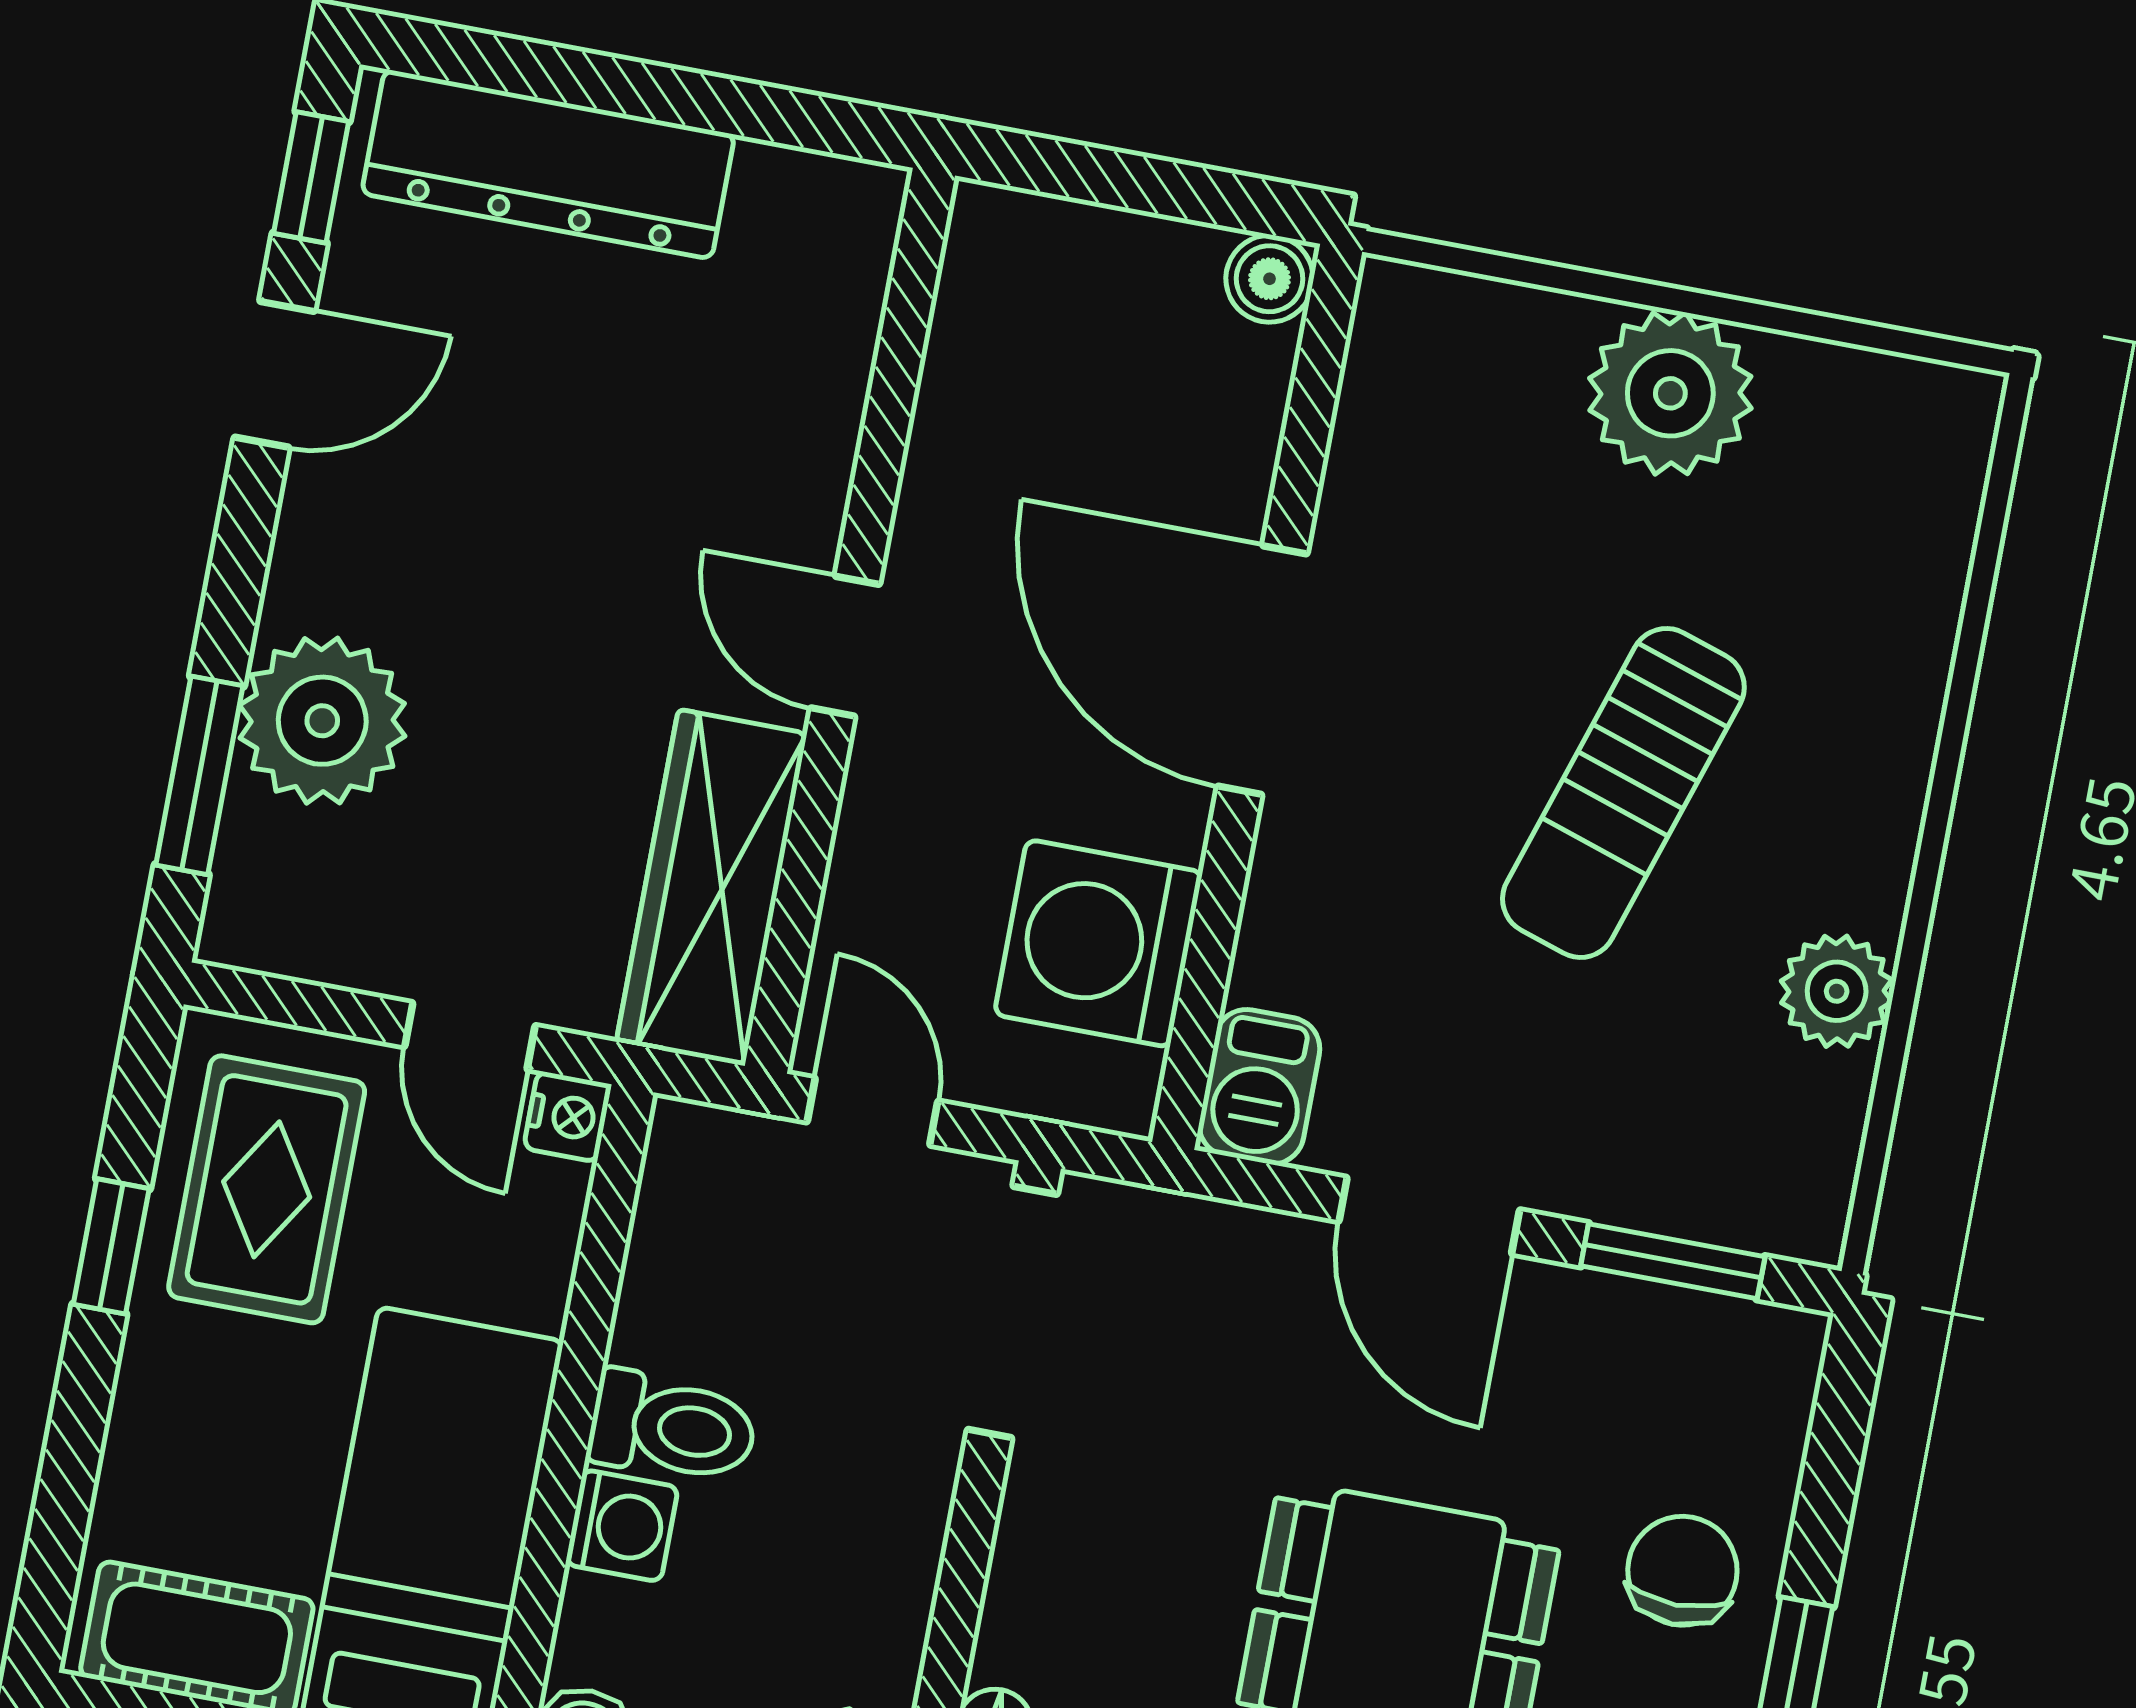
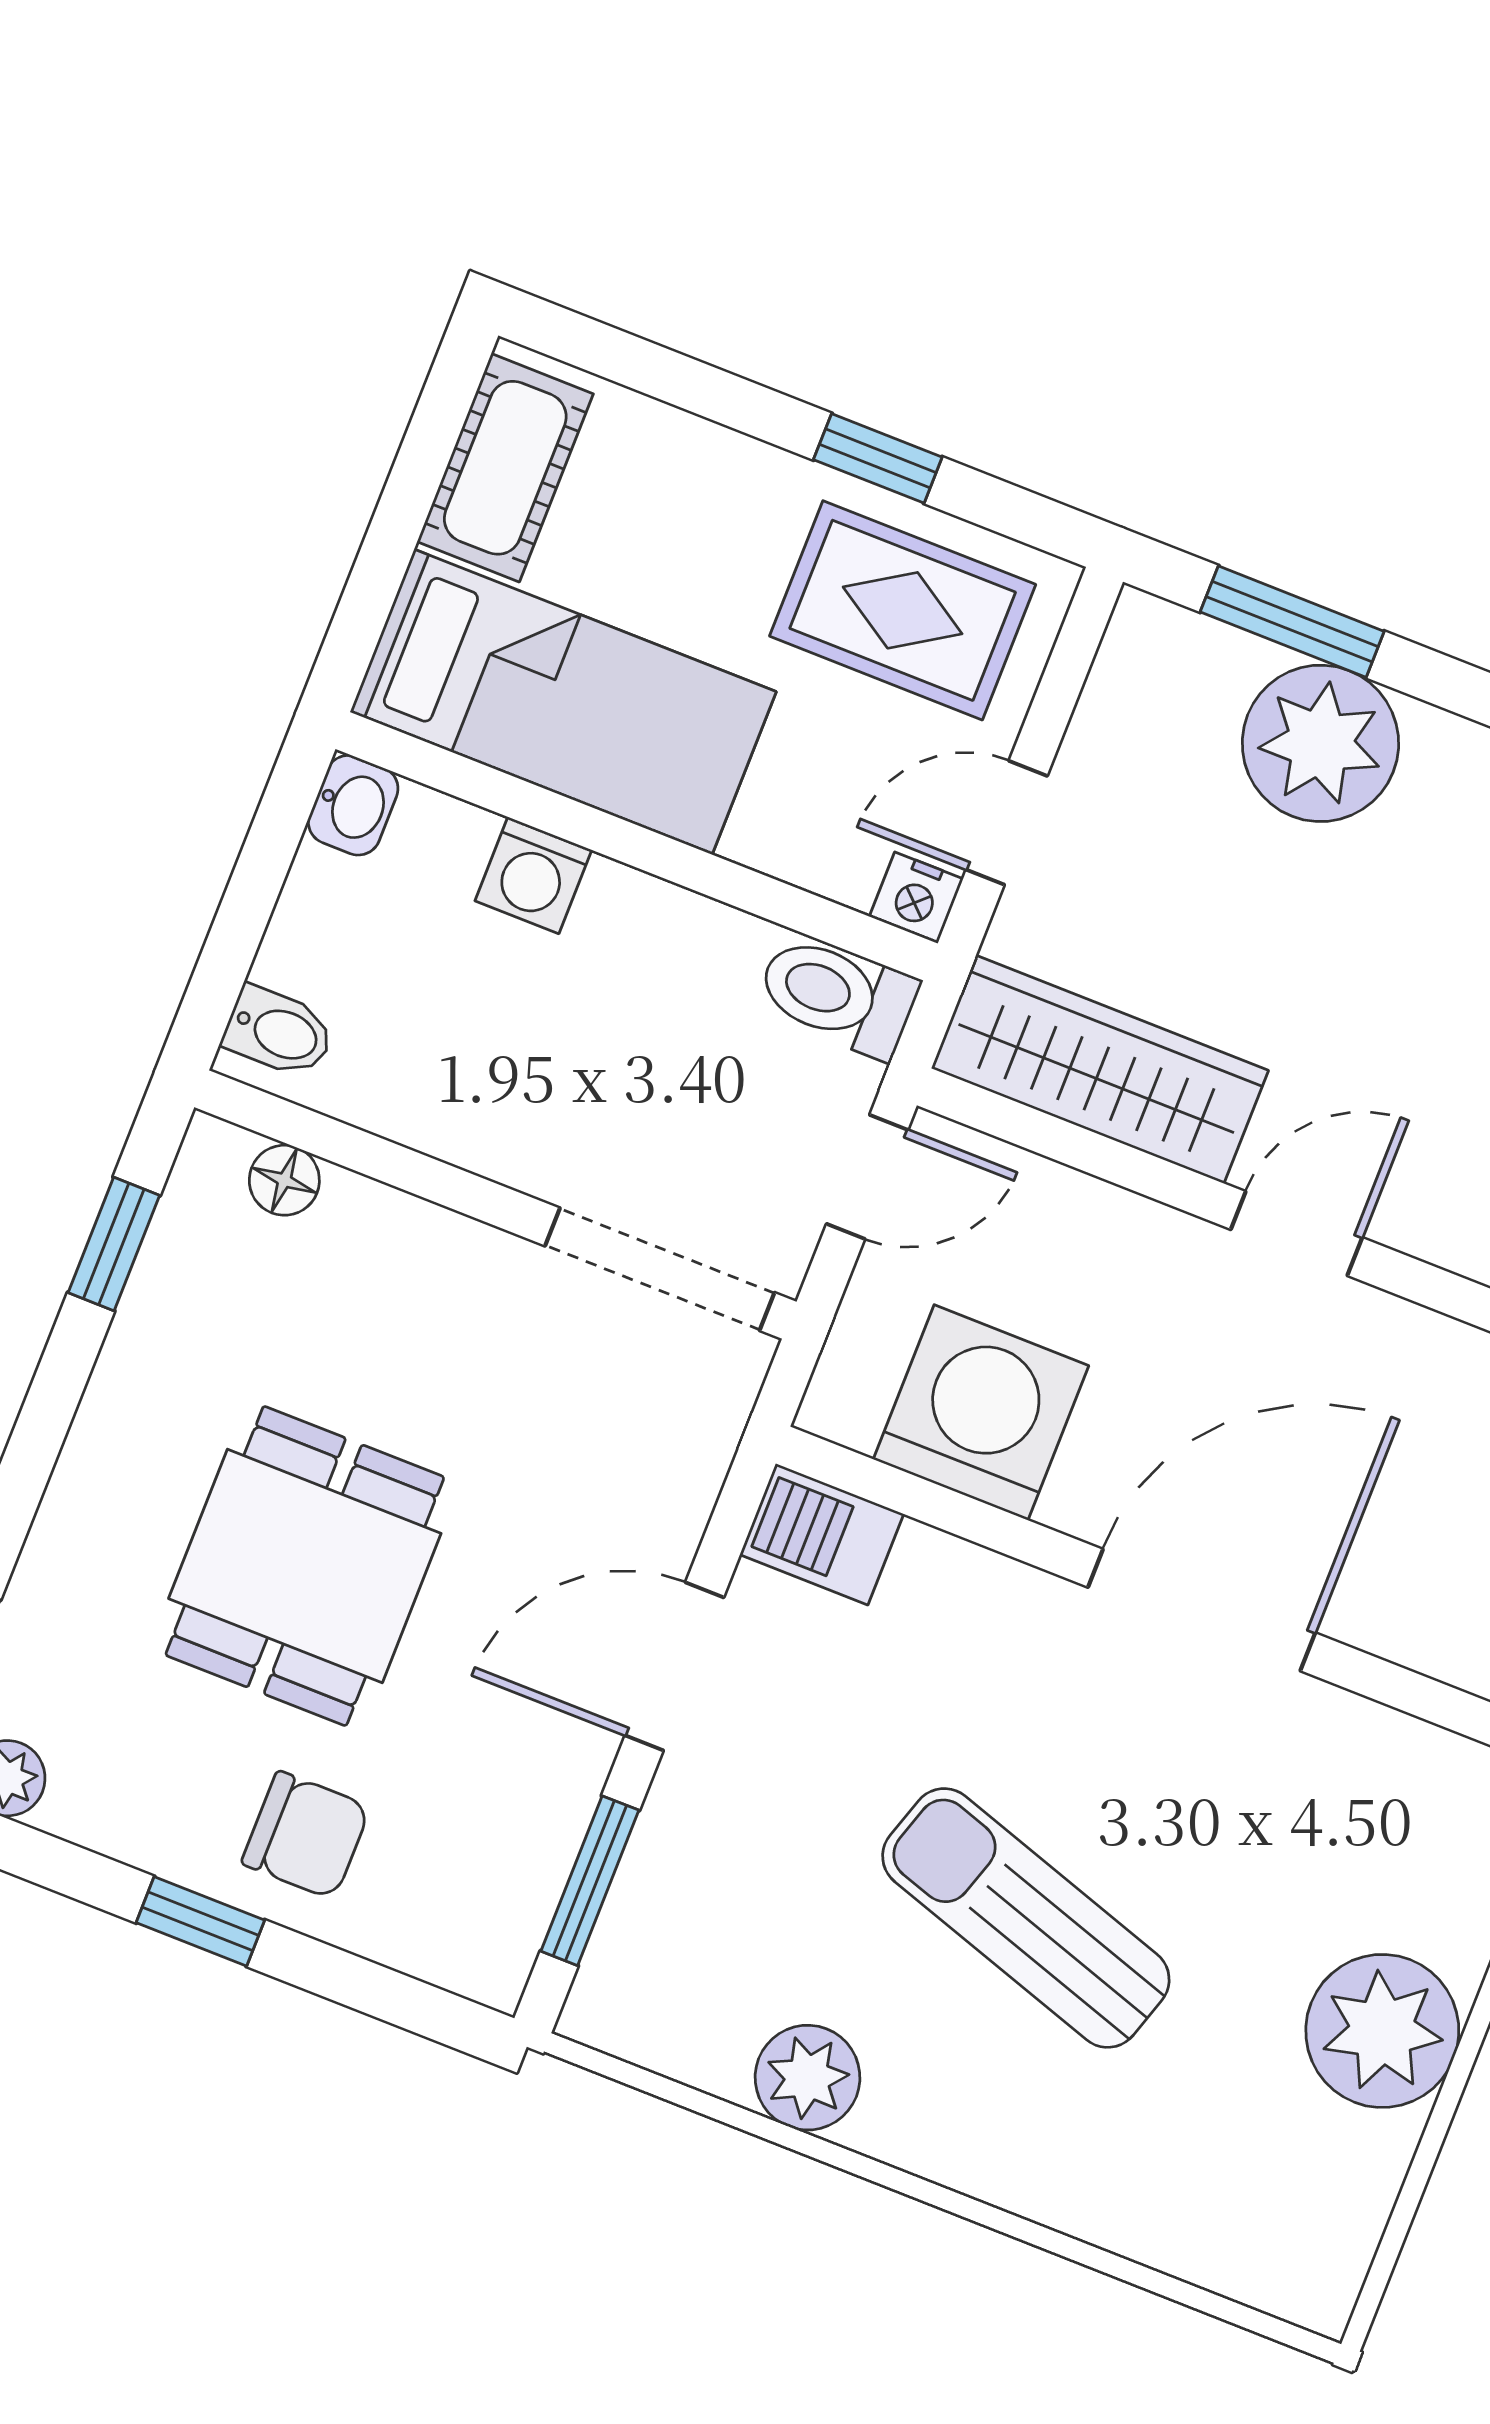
toilet: (672, 1427) -> (837, 995), moved, turned 90

